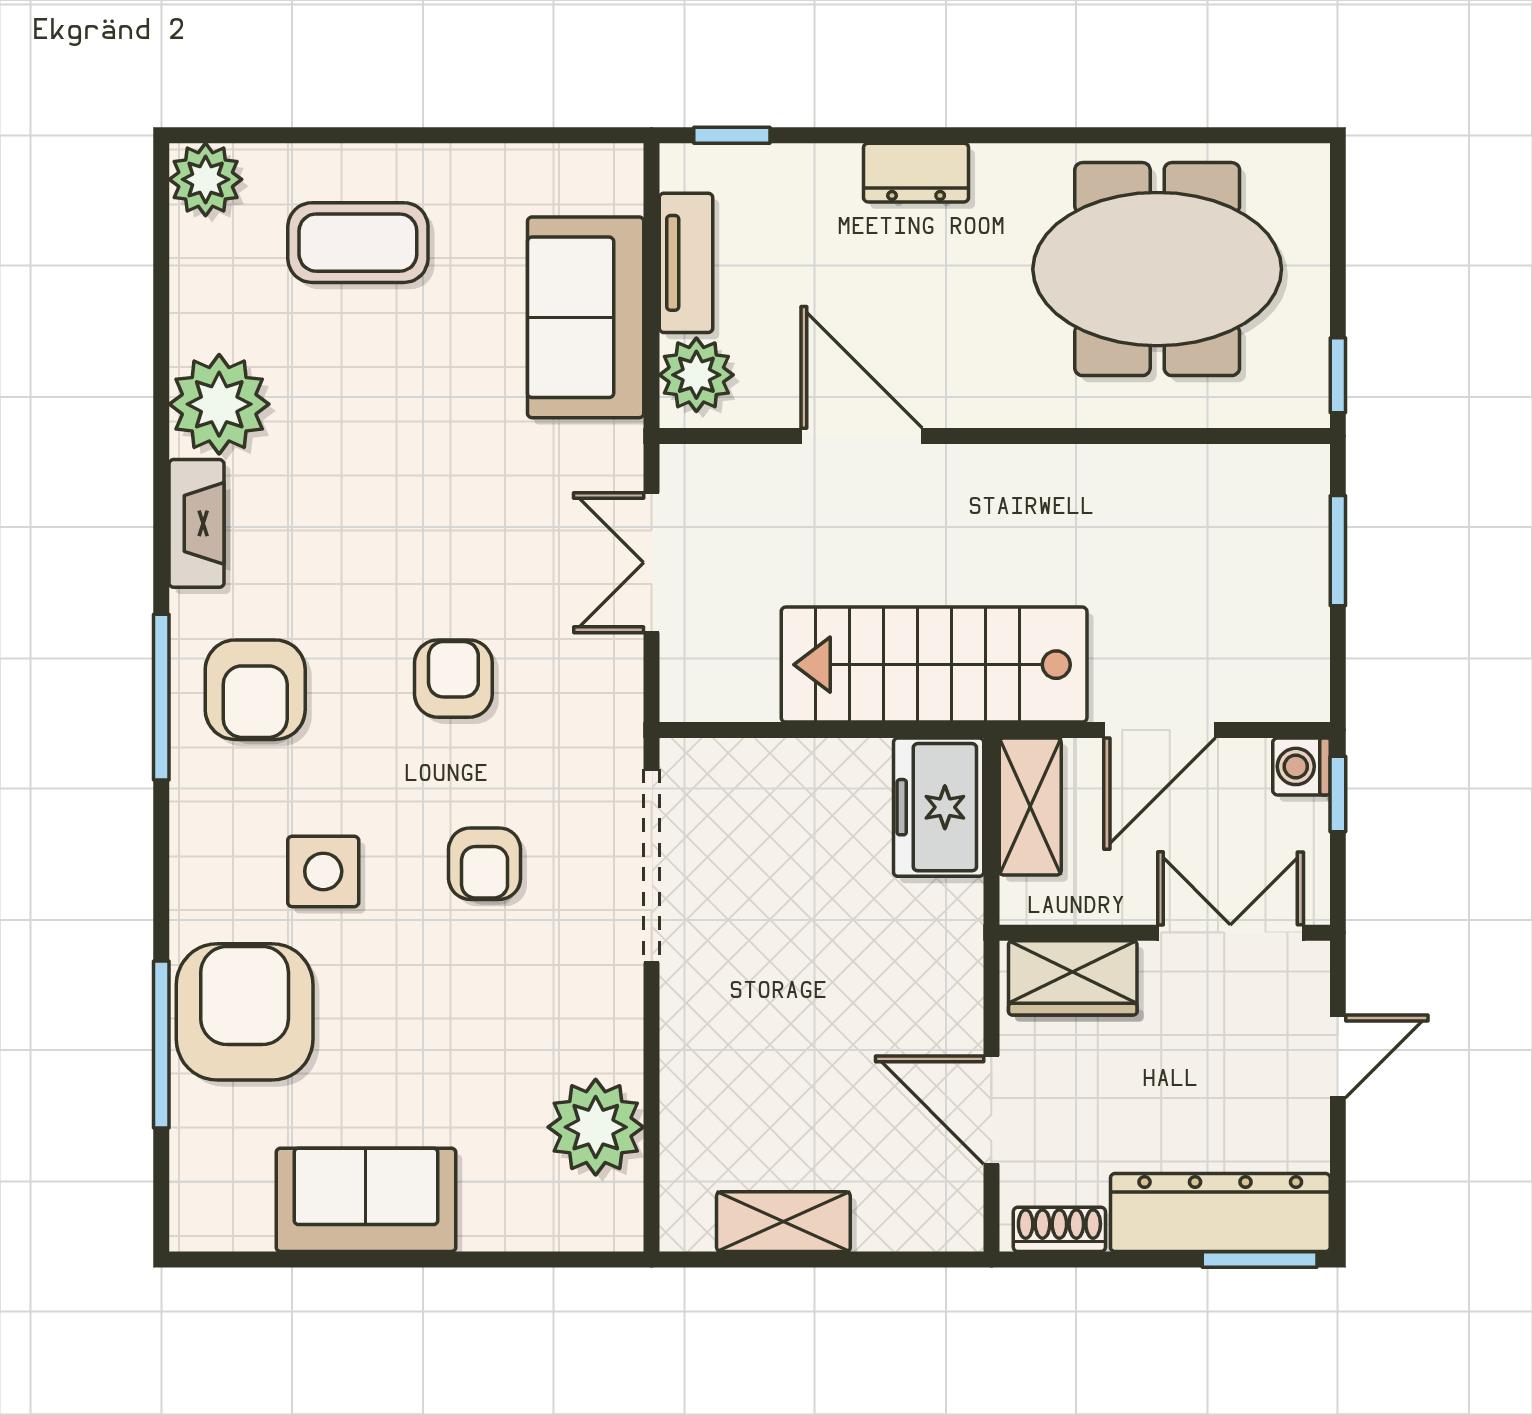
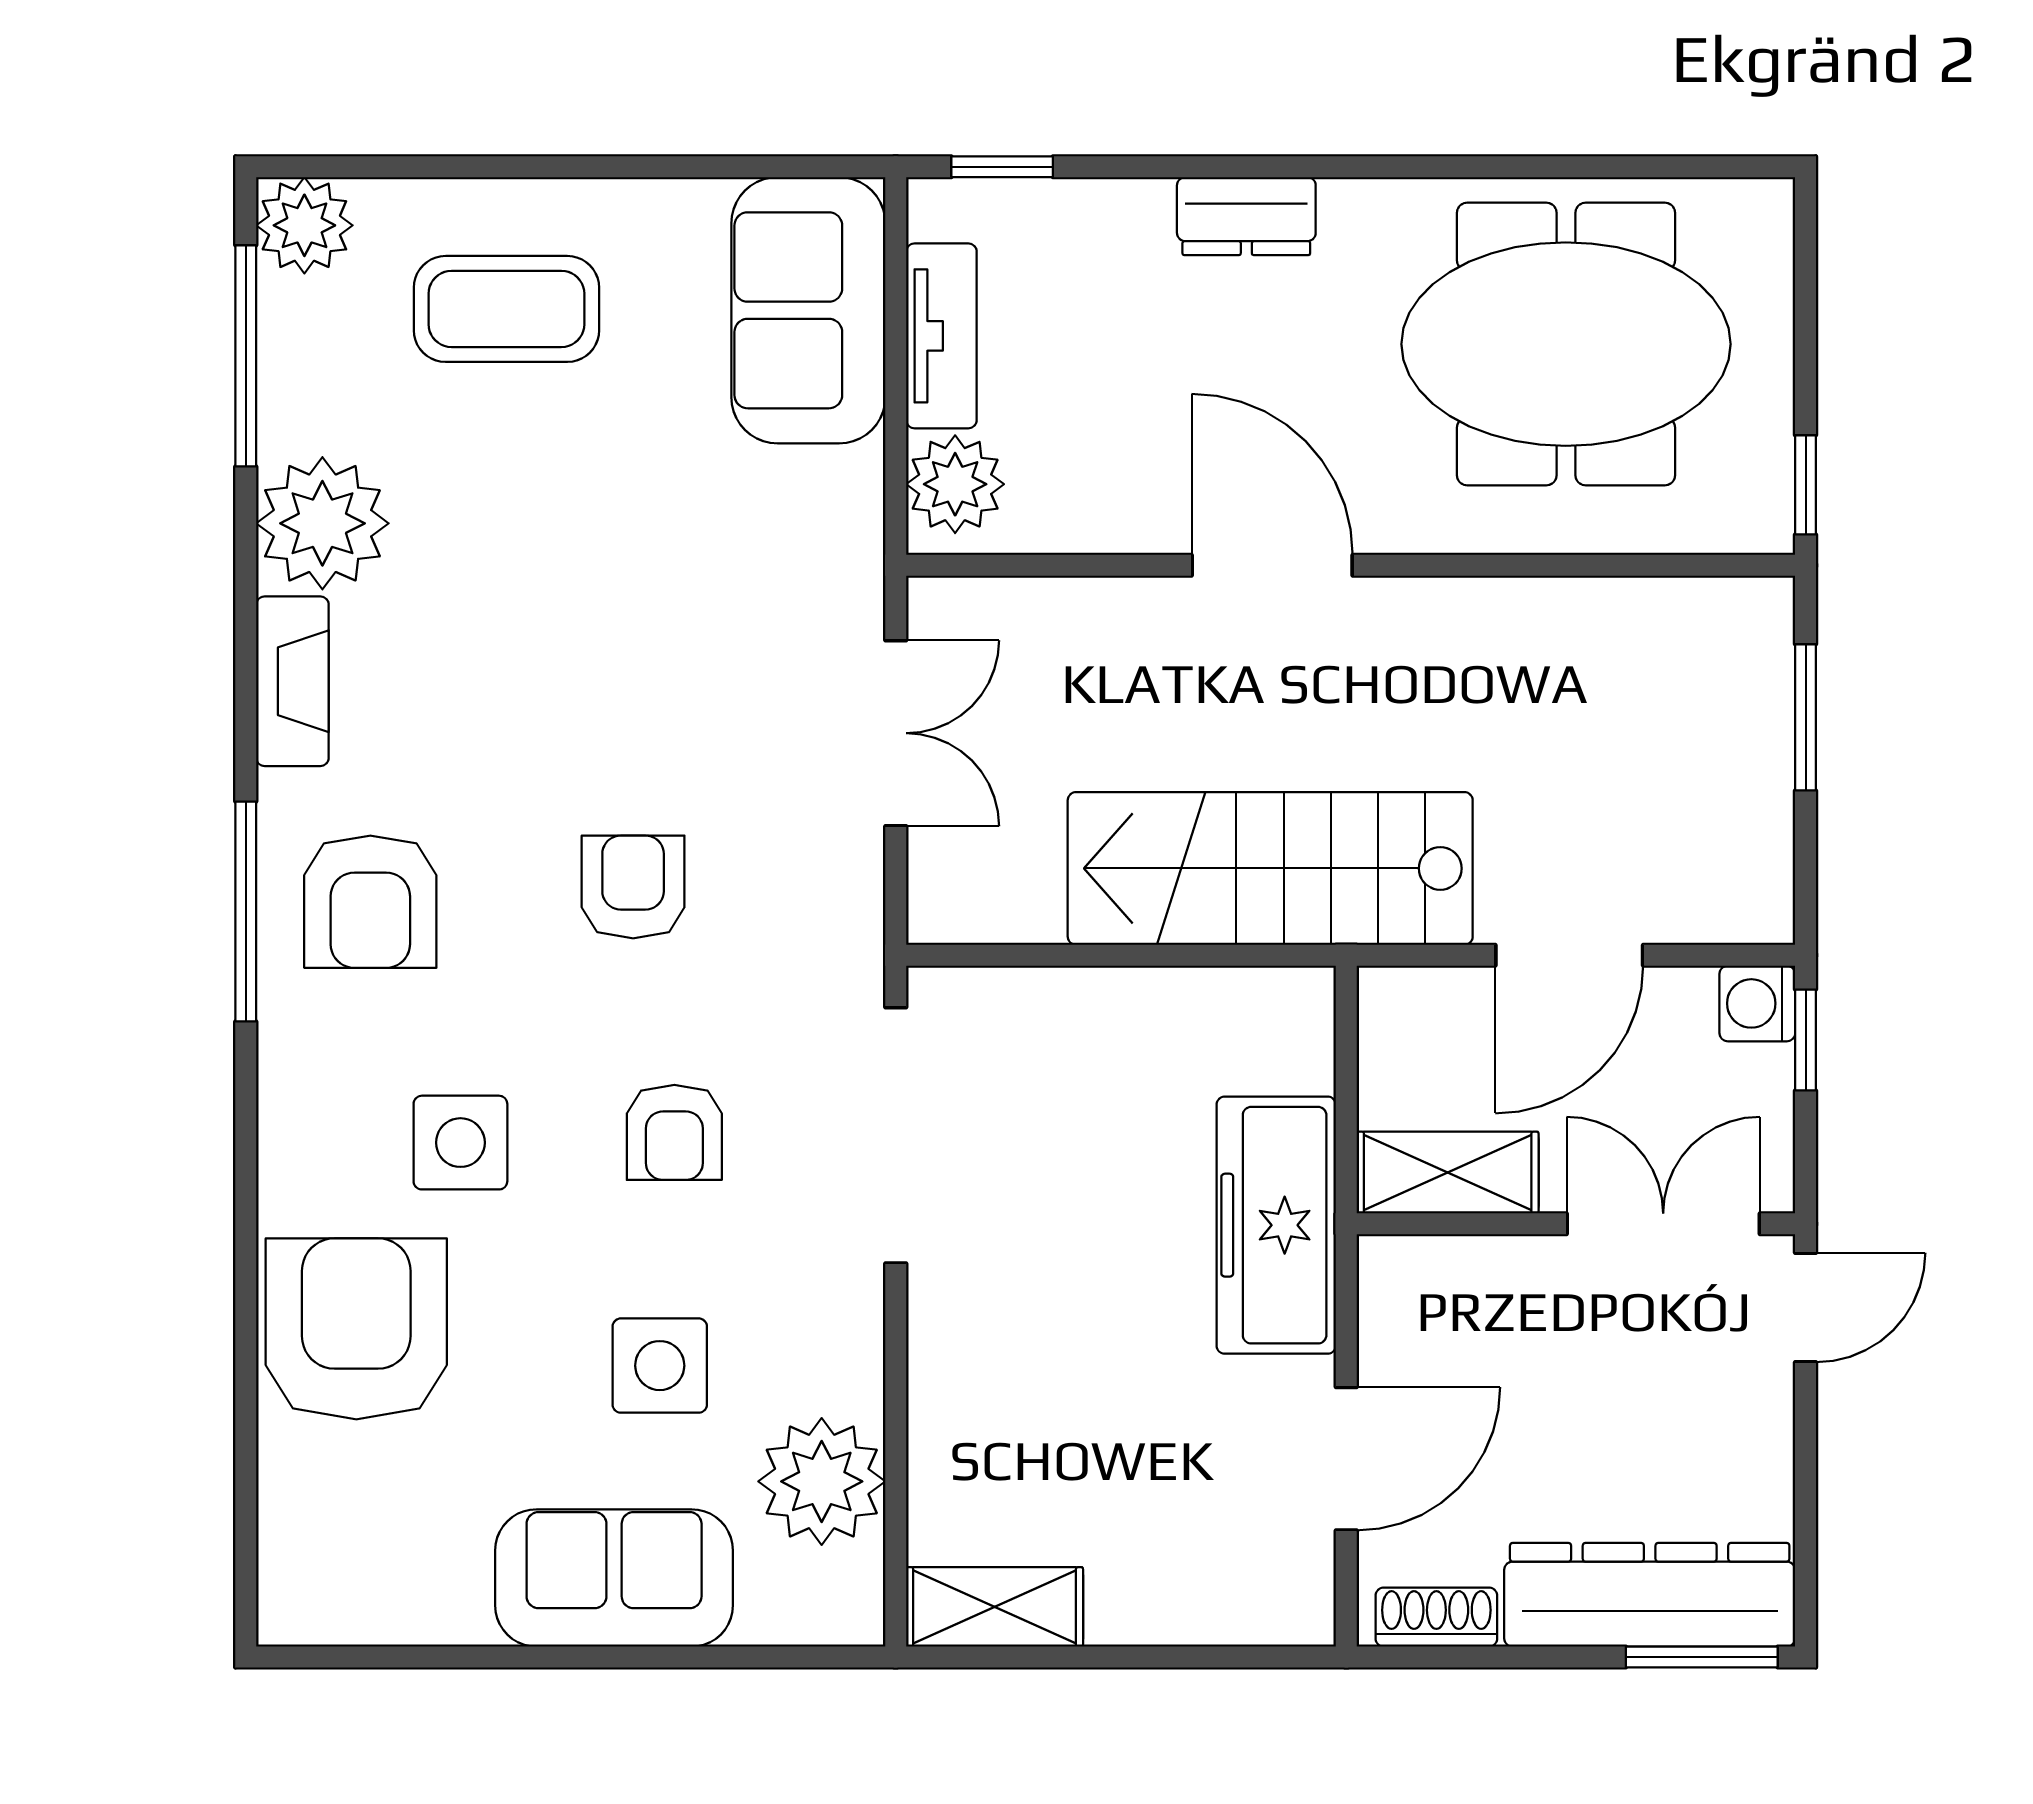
sofa: (586, 317) -> (808, 310), moved
door: (862, 436) -> (1272, 565), moved
double door: (652, 563) -> (896, 733), swing flipped
freezer: (939, 807) -> (1276, 1225), moved, width x1.40
shelving: (1030, 807) -> (1448, 1173), moved, turned 90
wardrobe: (1073, 978) -> (1454, 1284), removed
side table: (474, 1040) -> (660, 1366), added
window: (161, 1044) -> (246, 356), moved
door: (1338, 1056) -> (1806, 1307), moved
door: (991, 1110) -> (1346, 1459), swing flipped
sofa: (366, 1200) -> (614, 1578), moved
shelving: (783, 1222) -> (995, 1607), moved

